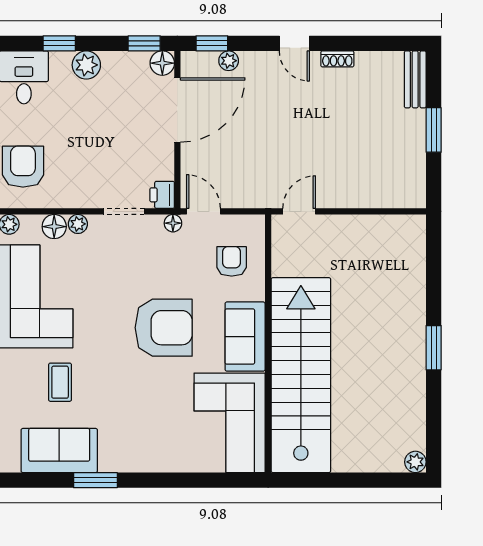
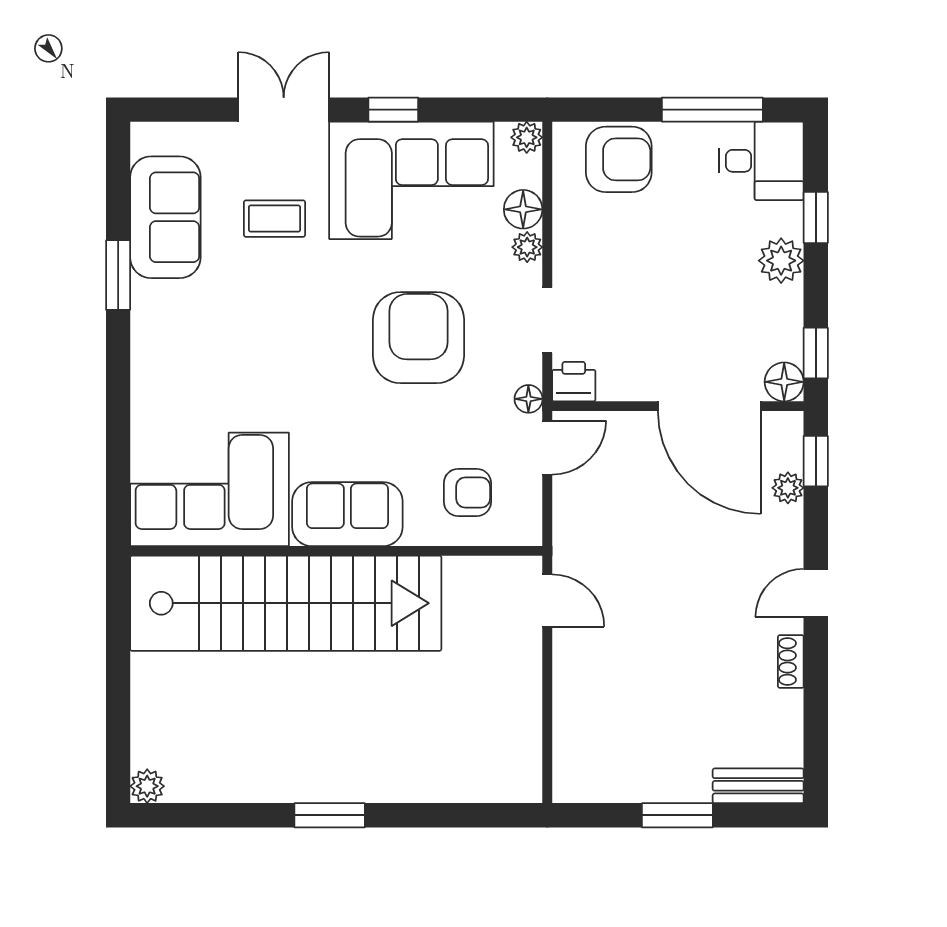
armchair: (164, 328) -> (419, 338), moved, turned 180

